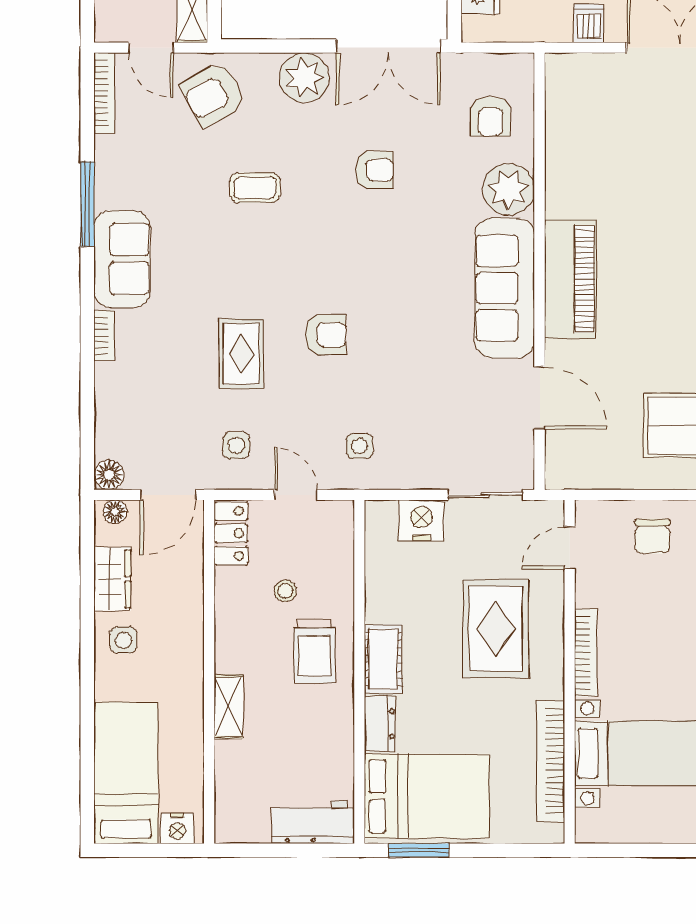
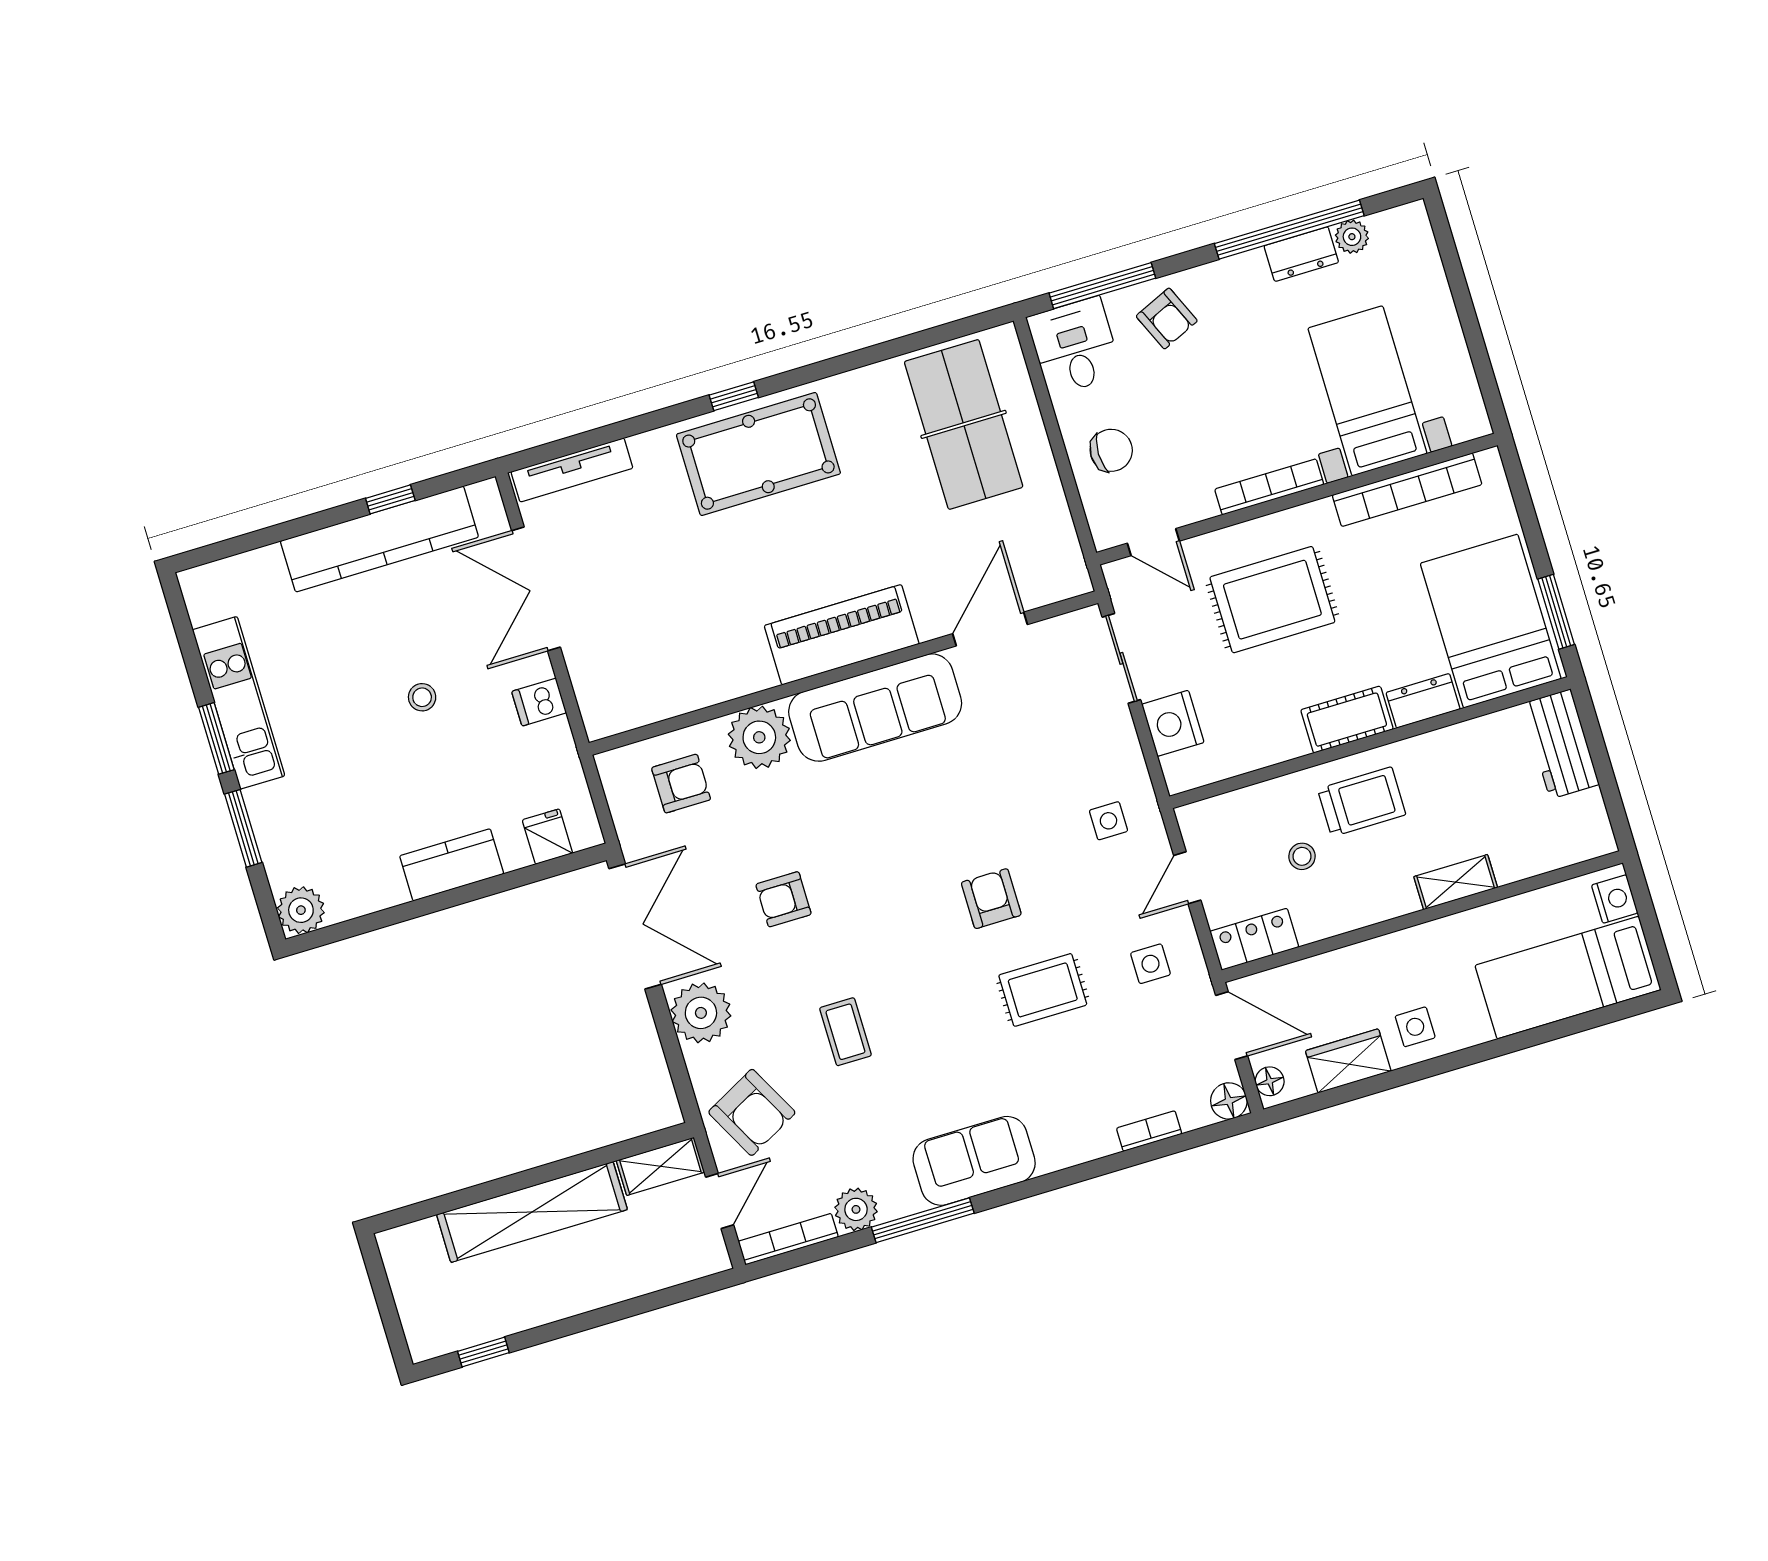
plant: (112, 154) -> (856, 1209), added
armchair: (375, 170) -> (784, 899), turned -90
bookcase: (104, 335) -> (1149, 1131), moved

